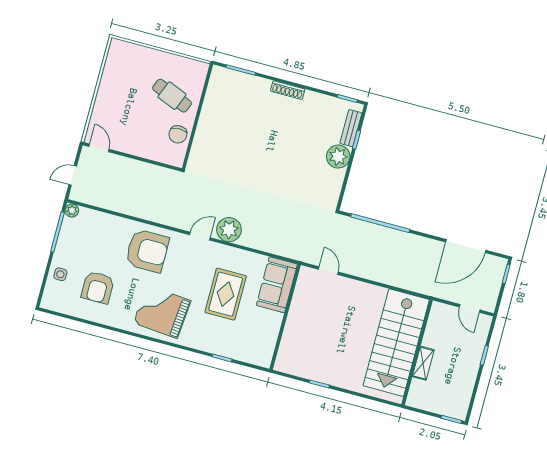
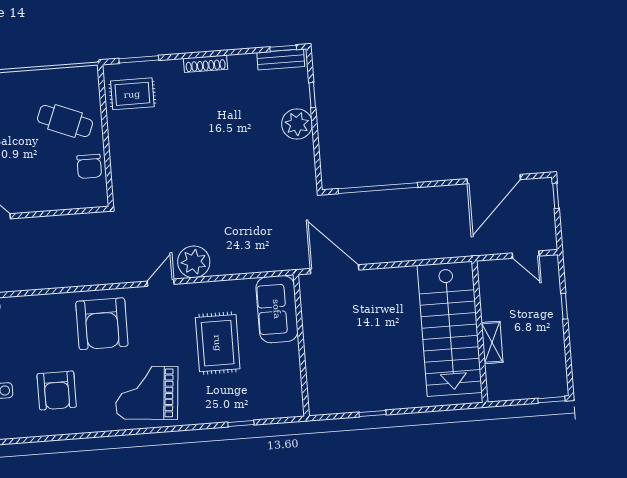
rug: (227, 93) -> (132, 94), added
bench: (351, 128) -> (281, 60), moved, turned 90
armchair: (147, 251) -> (102, 324), turned 90
door: (328, 271) -> (335, 269), width x1.87

